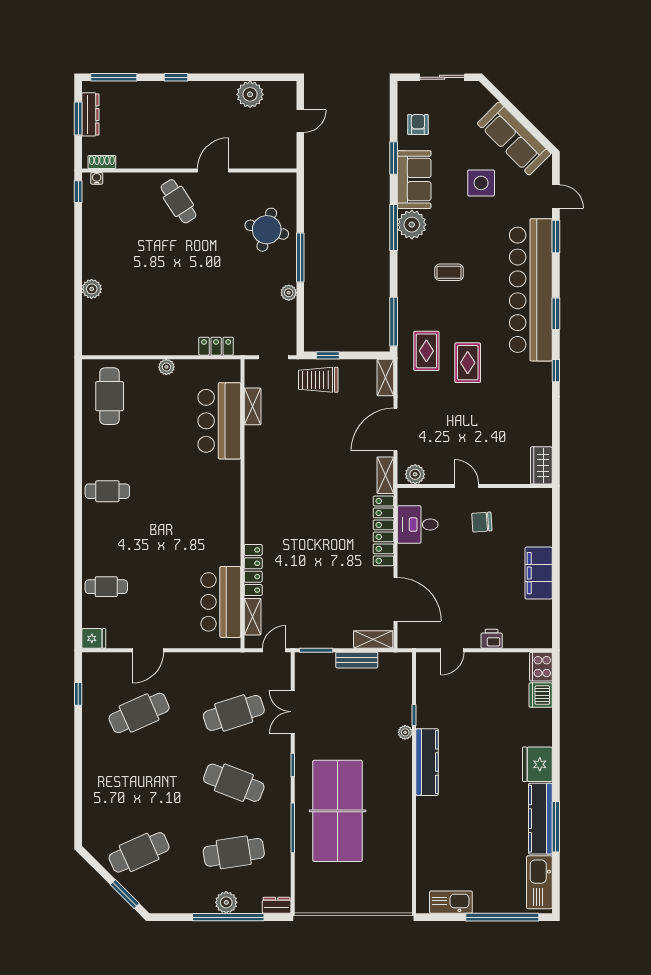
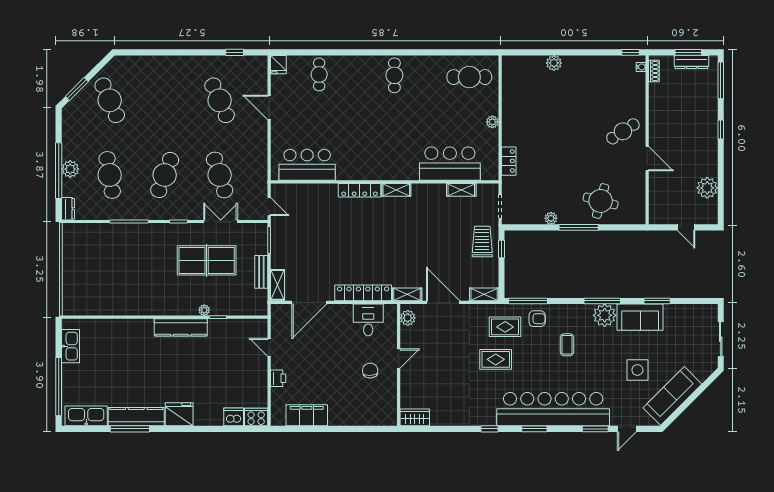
armchair: (418, 124) -> (537, 319), moved
locker: (253, 570) -> (359, 190), moved
filing cabinet: (539, 573) -> (307, 415), moved
shelving: (253, 617) -> (396, 190), moved
table tennis table: (338, 811) -> (207, 260), moved, width x0.73, depth x0.76

